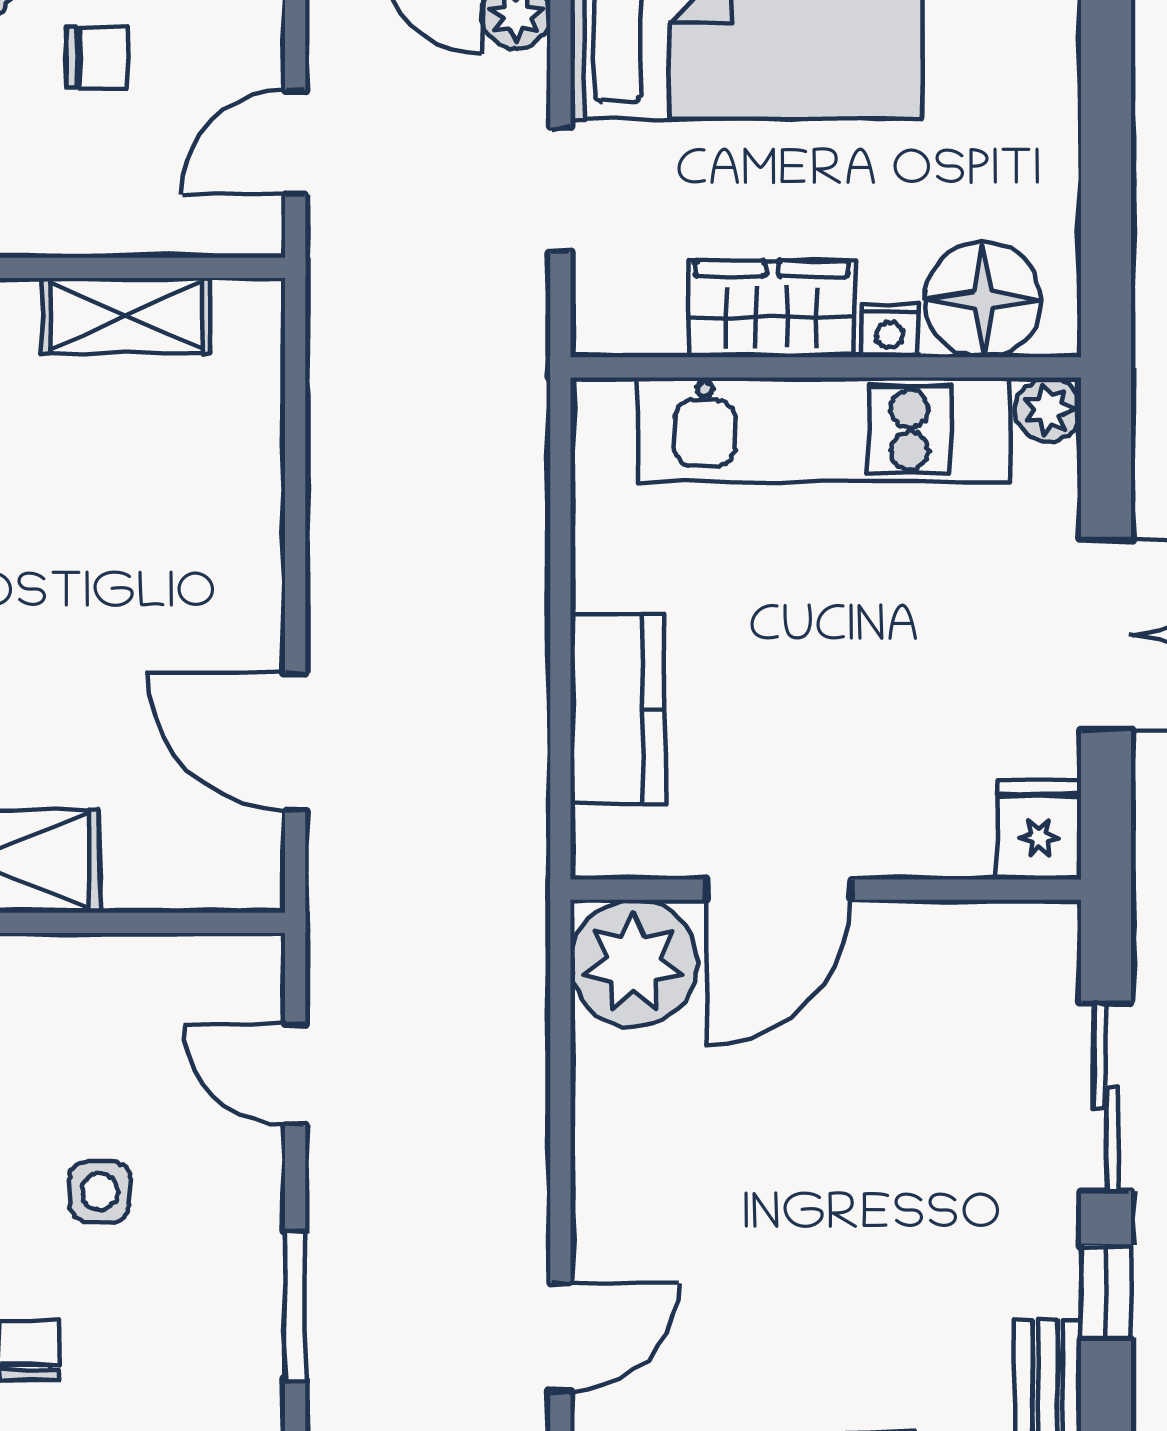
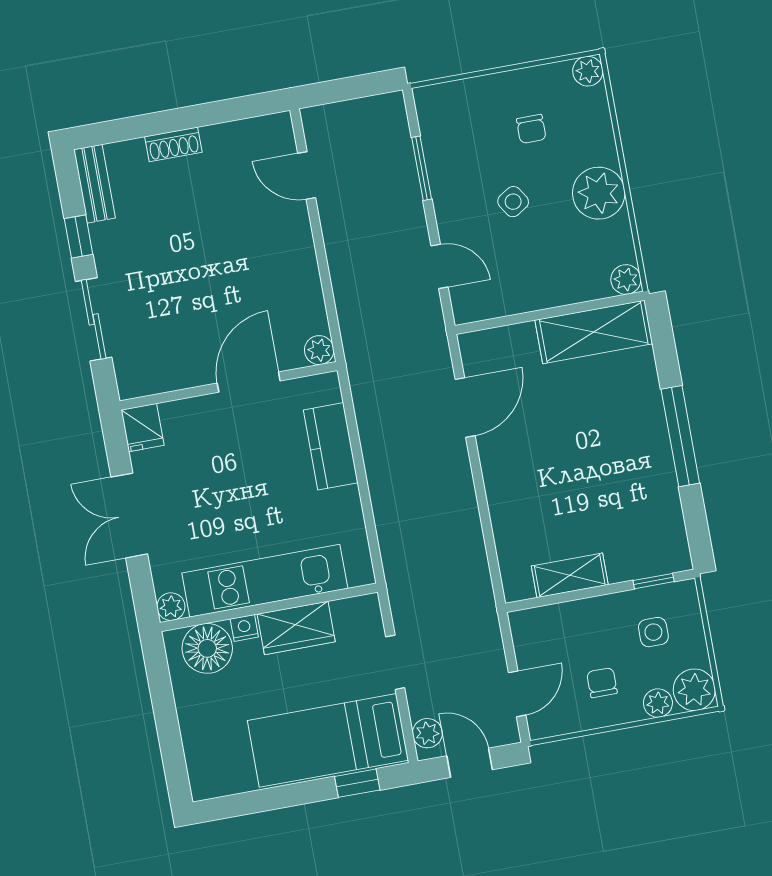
chair: (97, 58) -> (602, 683), turned 90
door: (295, 142) -> (517, 694), moved
door: (295, 742) -> (465, 407), hinge flipped
plant: (634, 963) -> (319, 350), width x0.53, depth x0.53
side table: (100, 1192) -> (513, 202), turned -32
door: (560, 1337) -> (307, 175), hinge flipped

